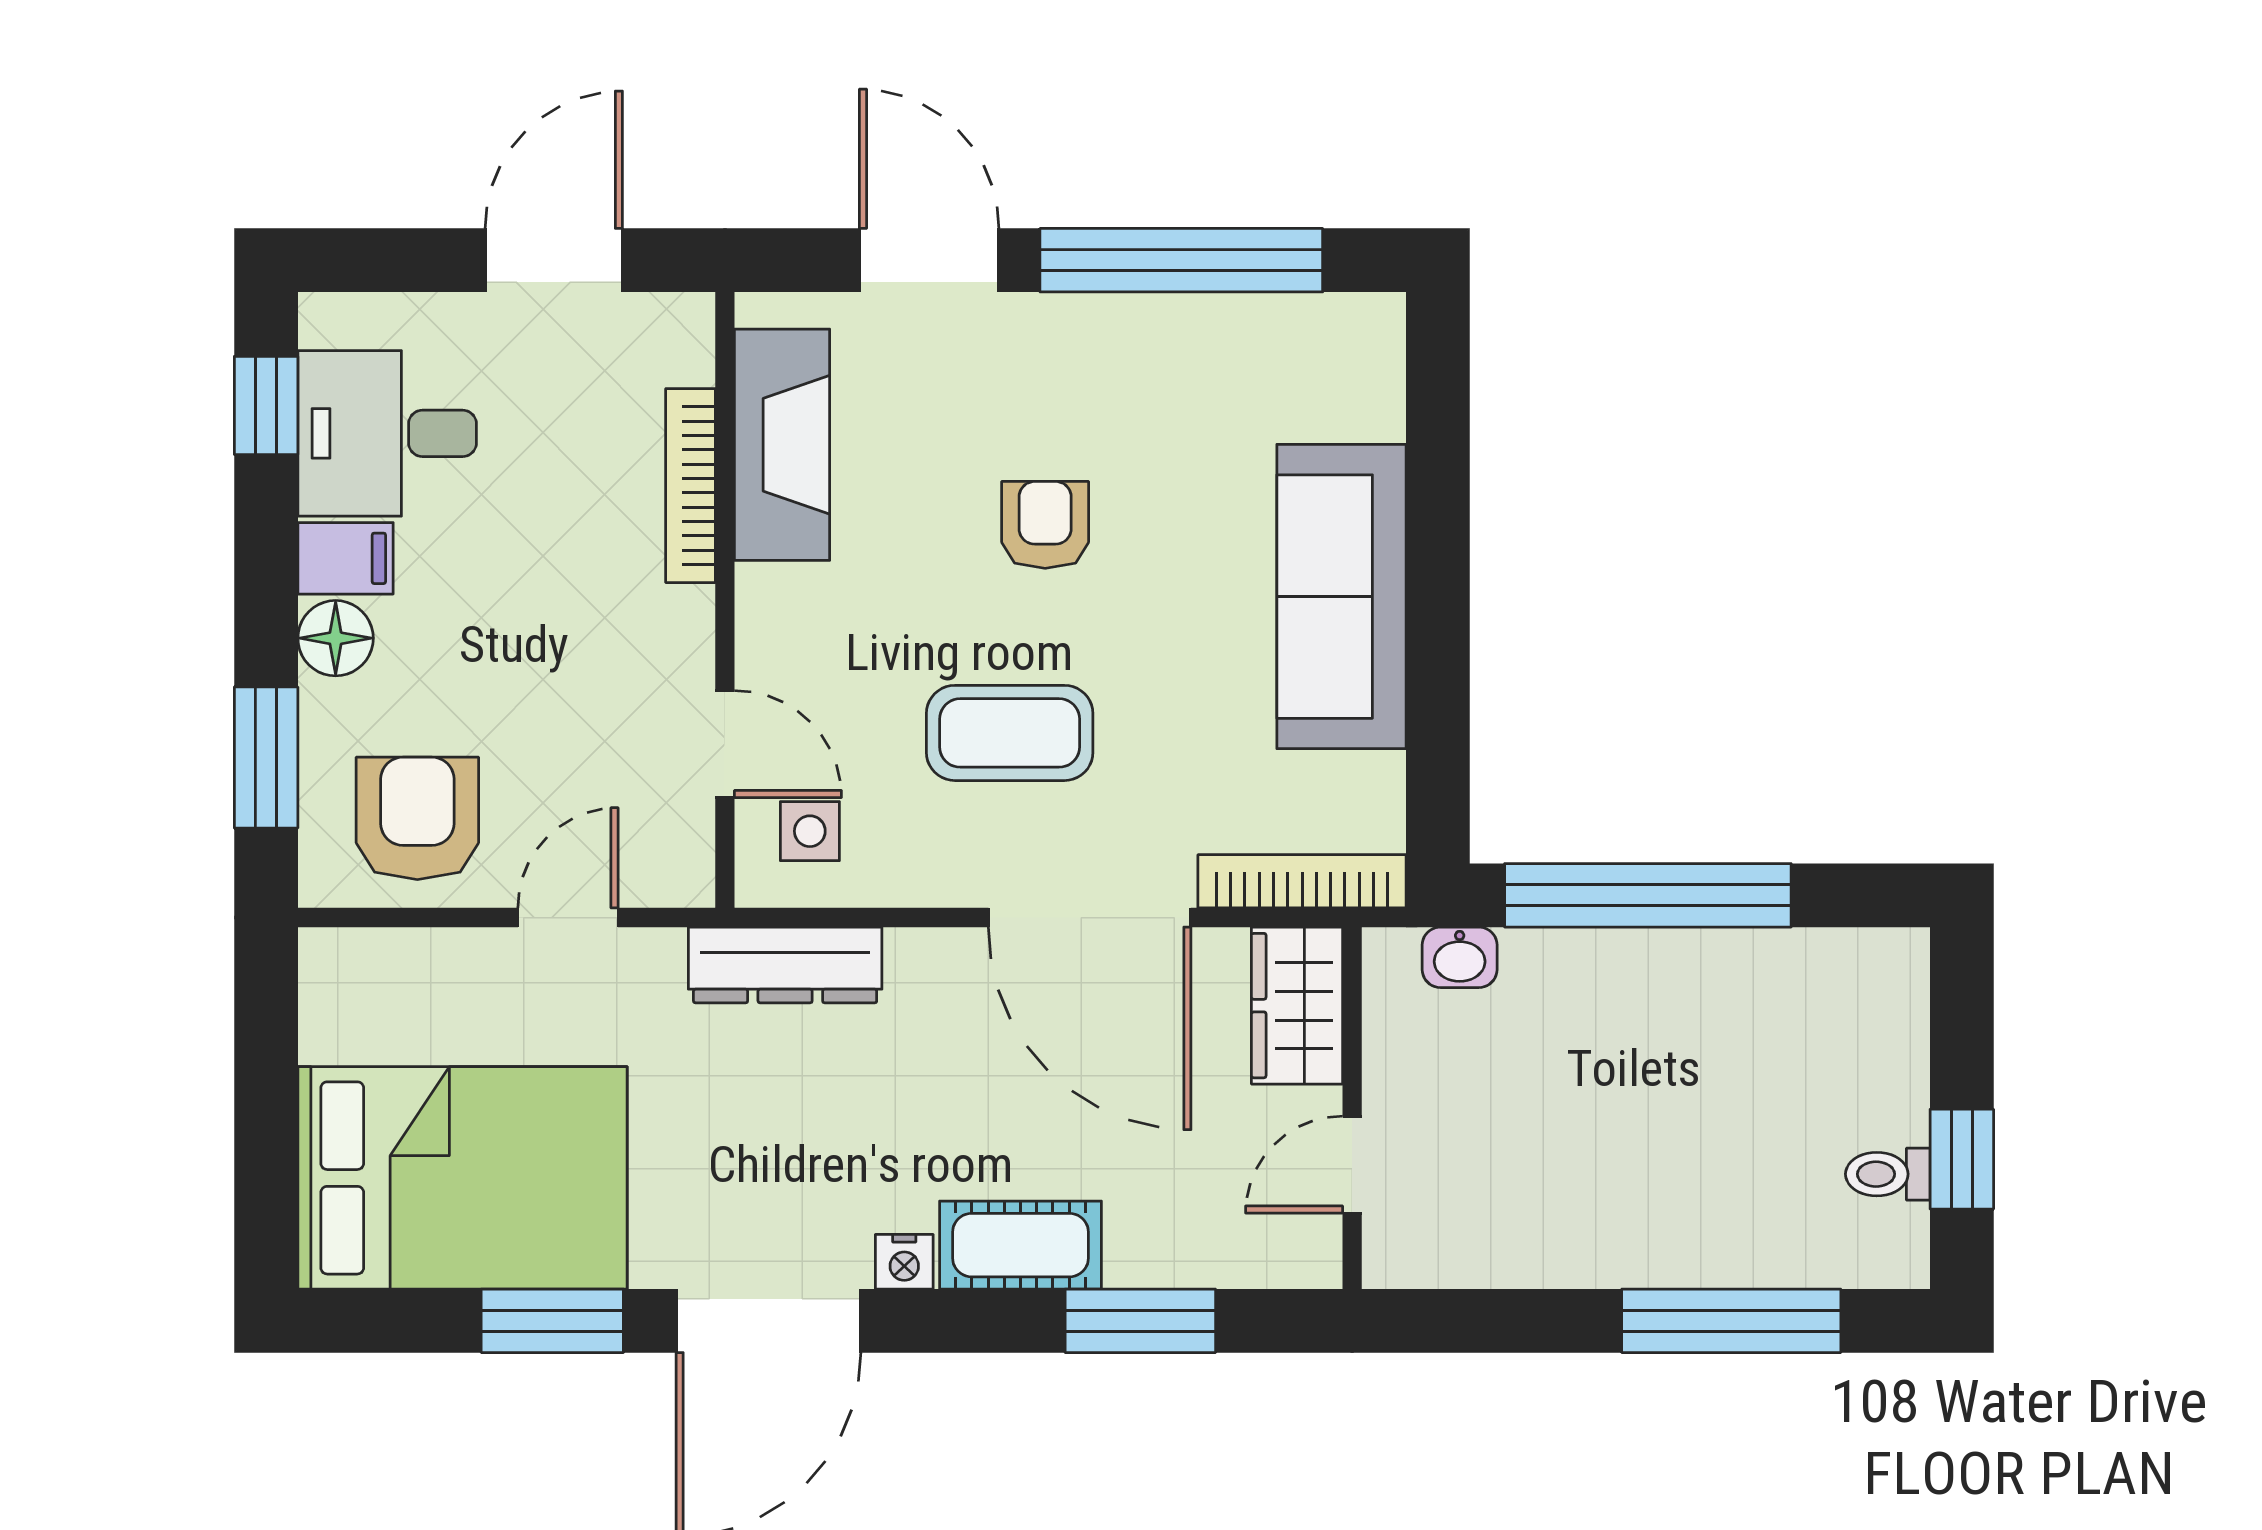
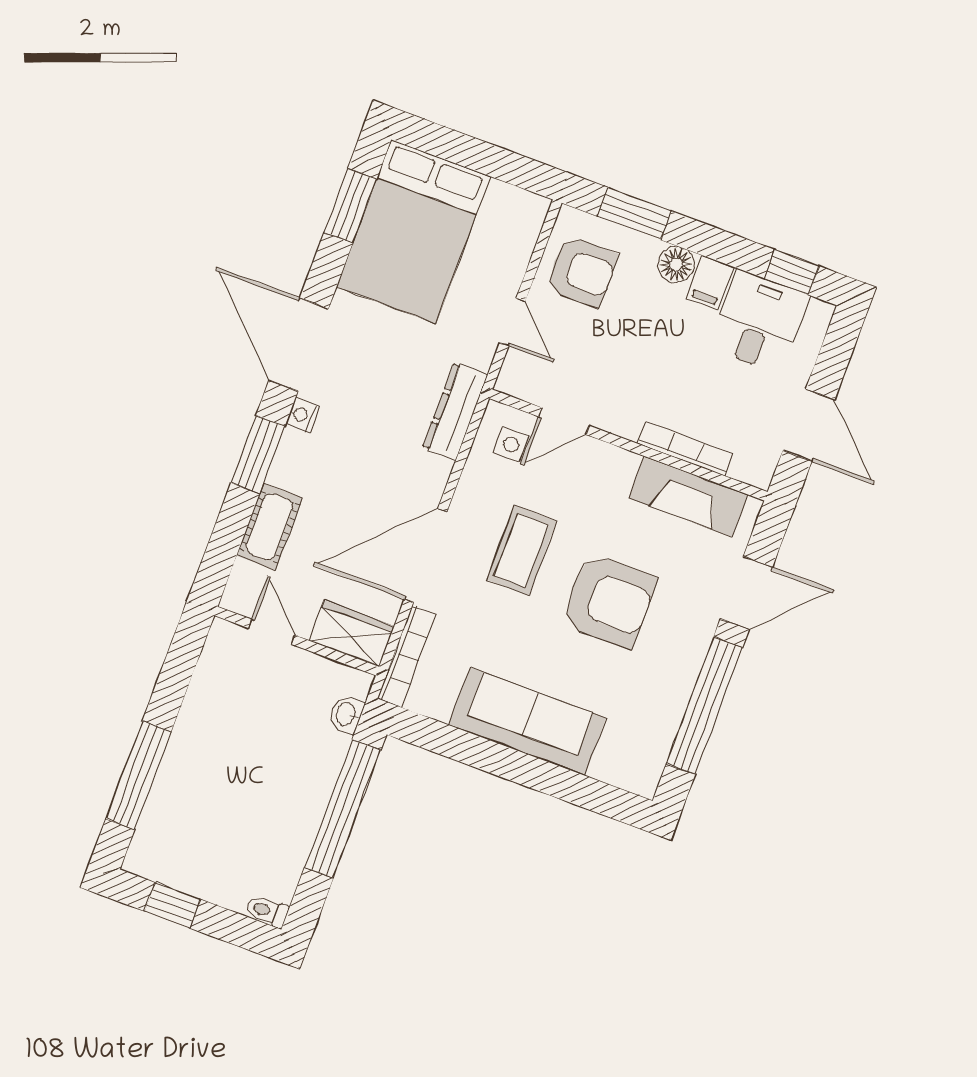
armchair: (1045, 525) -> (609, 601), width x1.88, depth x1.88
toilet: (1888, 1174) -> (267, 911), moved, turned -90
cot: (1020, 1245) -> (269, 527), moved
window: (552, 1321) -> (350, 206), moved
window: (1140, 1321) -> (258, 455), moved

